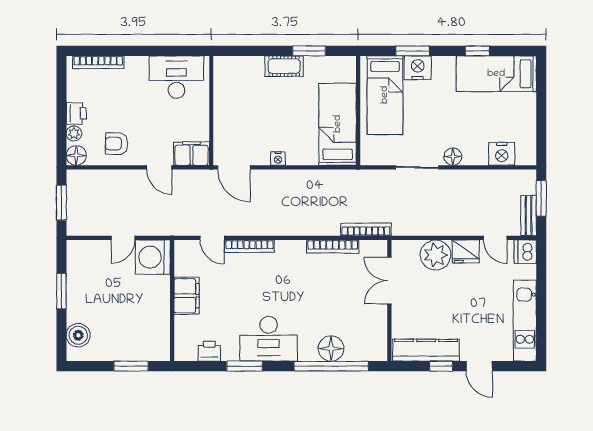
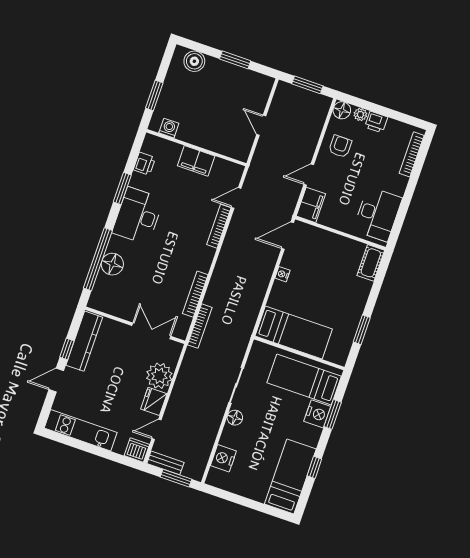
cot: (284, 66) -> (371, 263), moved
washing machine: (153, 257) -> (169, 128), moved, width x0.53, depth x0.53

